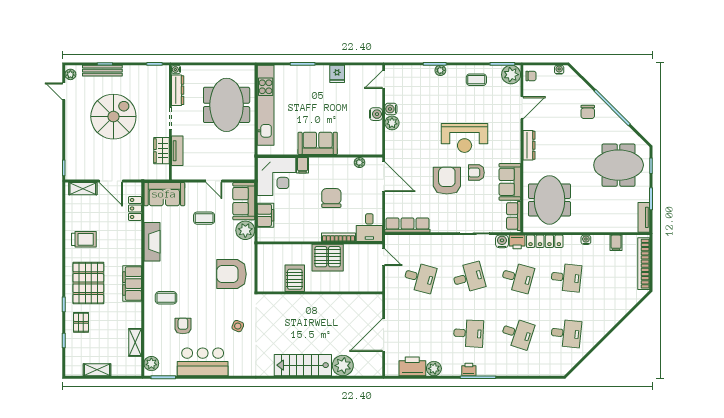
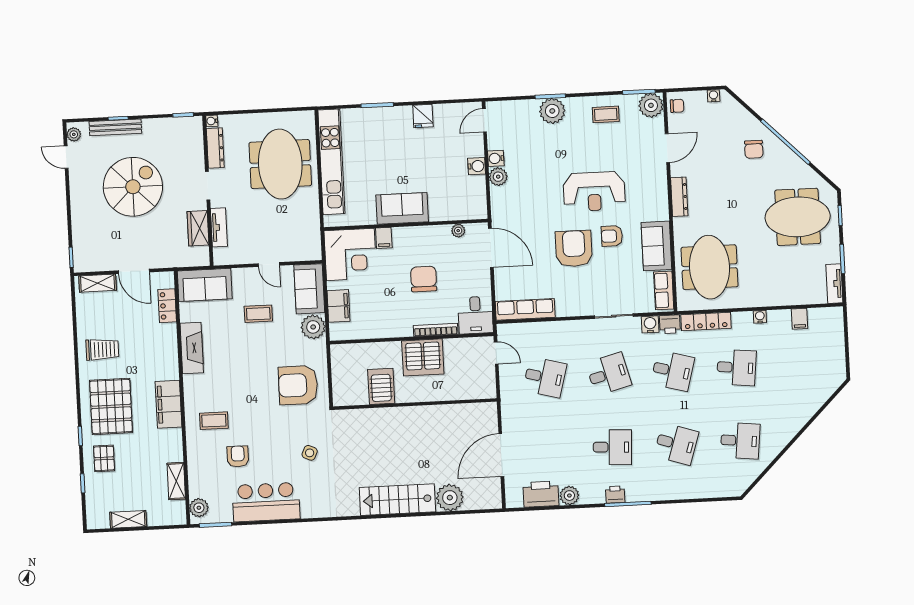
plant: (440, 70) -> (552, 111), width x1.88, depth x1.88
bookcase: (644, 264) -> (837, 344), removed

